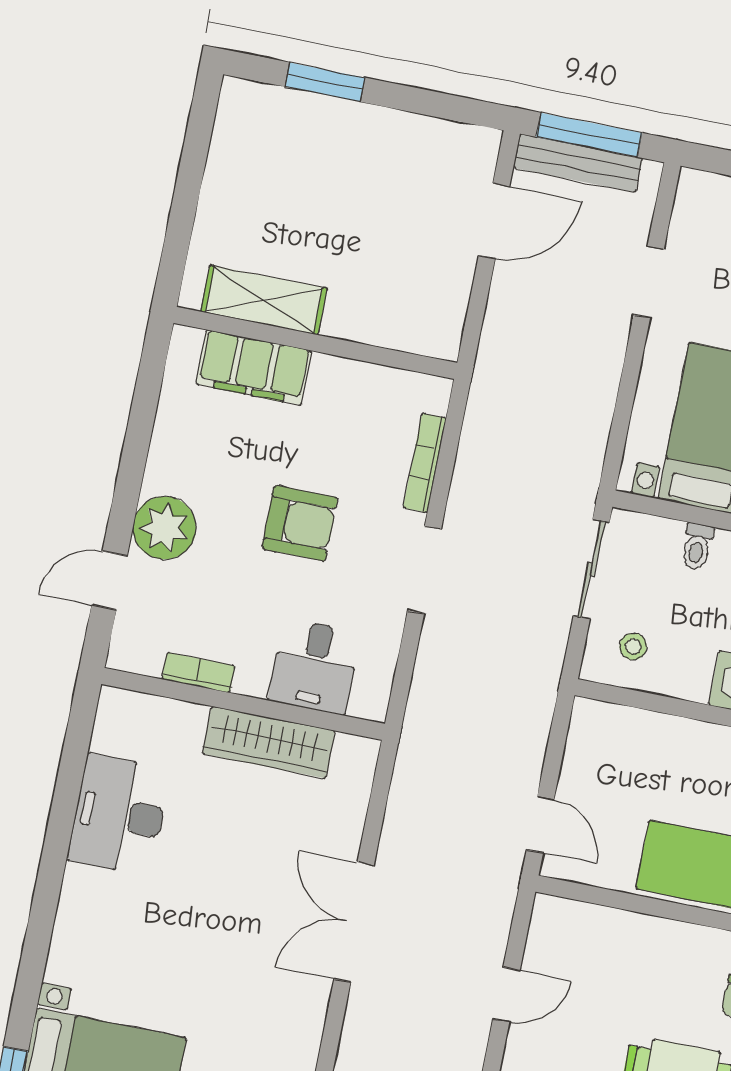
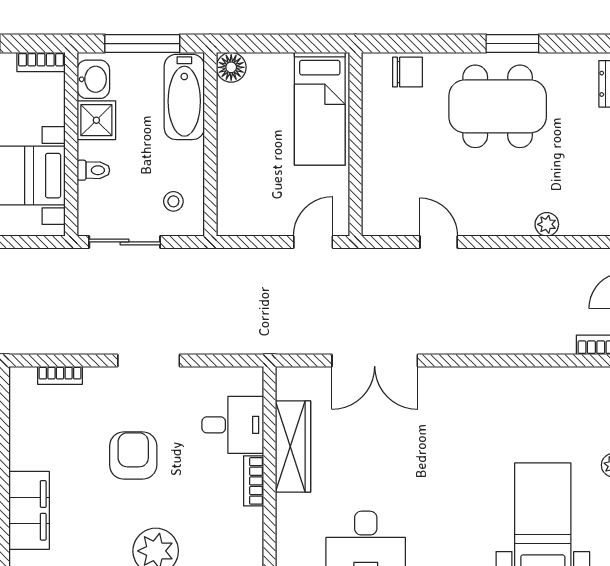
bookcase: (425, 463) -> (60, 375), width x0.64
bookcase: (198, 673) -> (254, 481), moved
double door: (354, 922) -> (375, 360), moved

